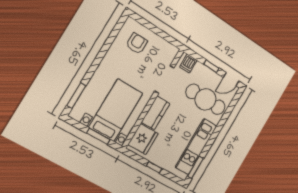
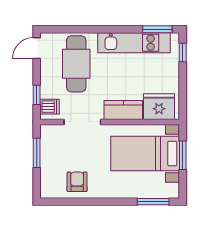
window: (162, 34) -> (37, 153), added
armchair: (137, 43) -> (77, 182), moved, turned 90
window: (211, 66) -> (37, 95), moved
door: (231, 79) -> (37, 48), swing flipped
window: (154, 167) -> (183, 53), moved

